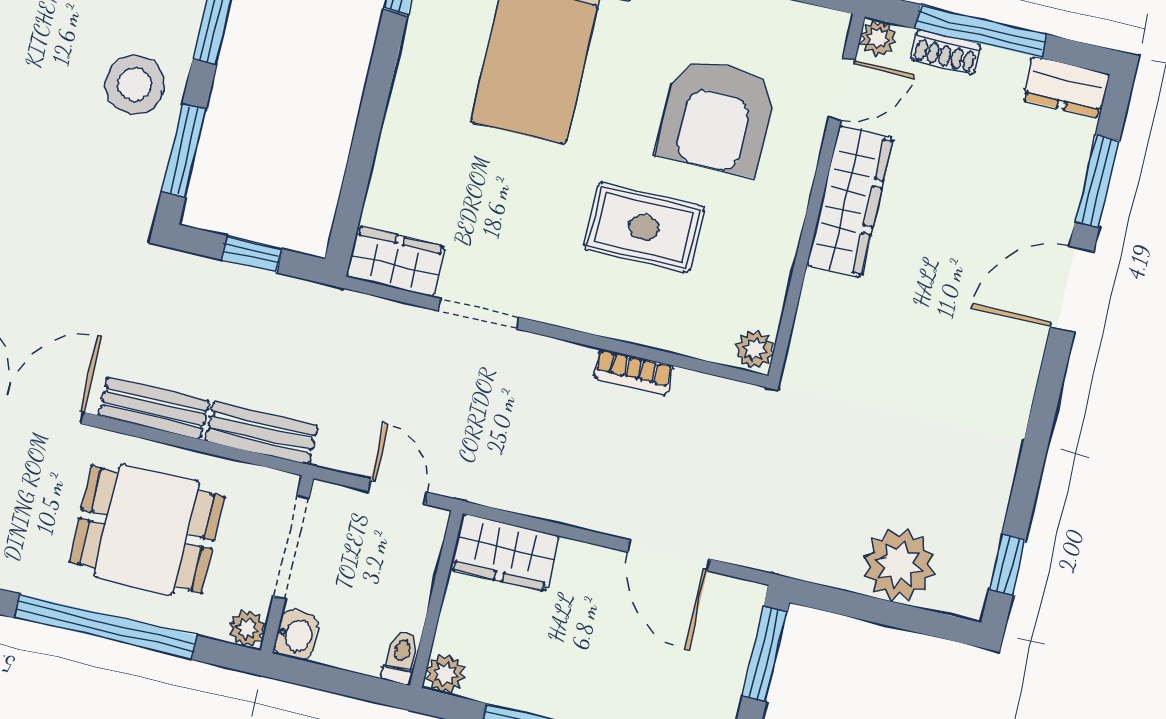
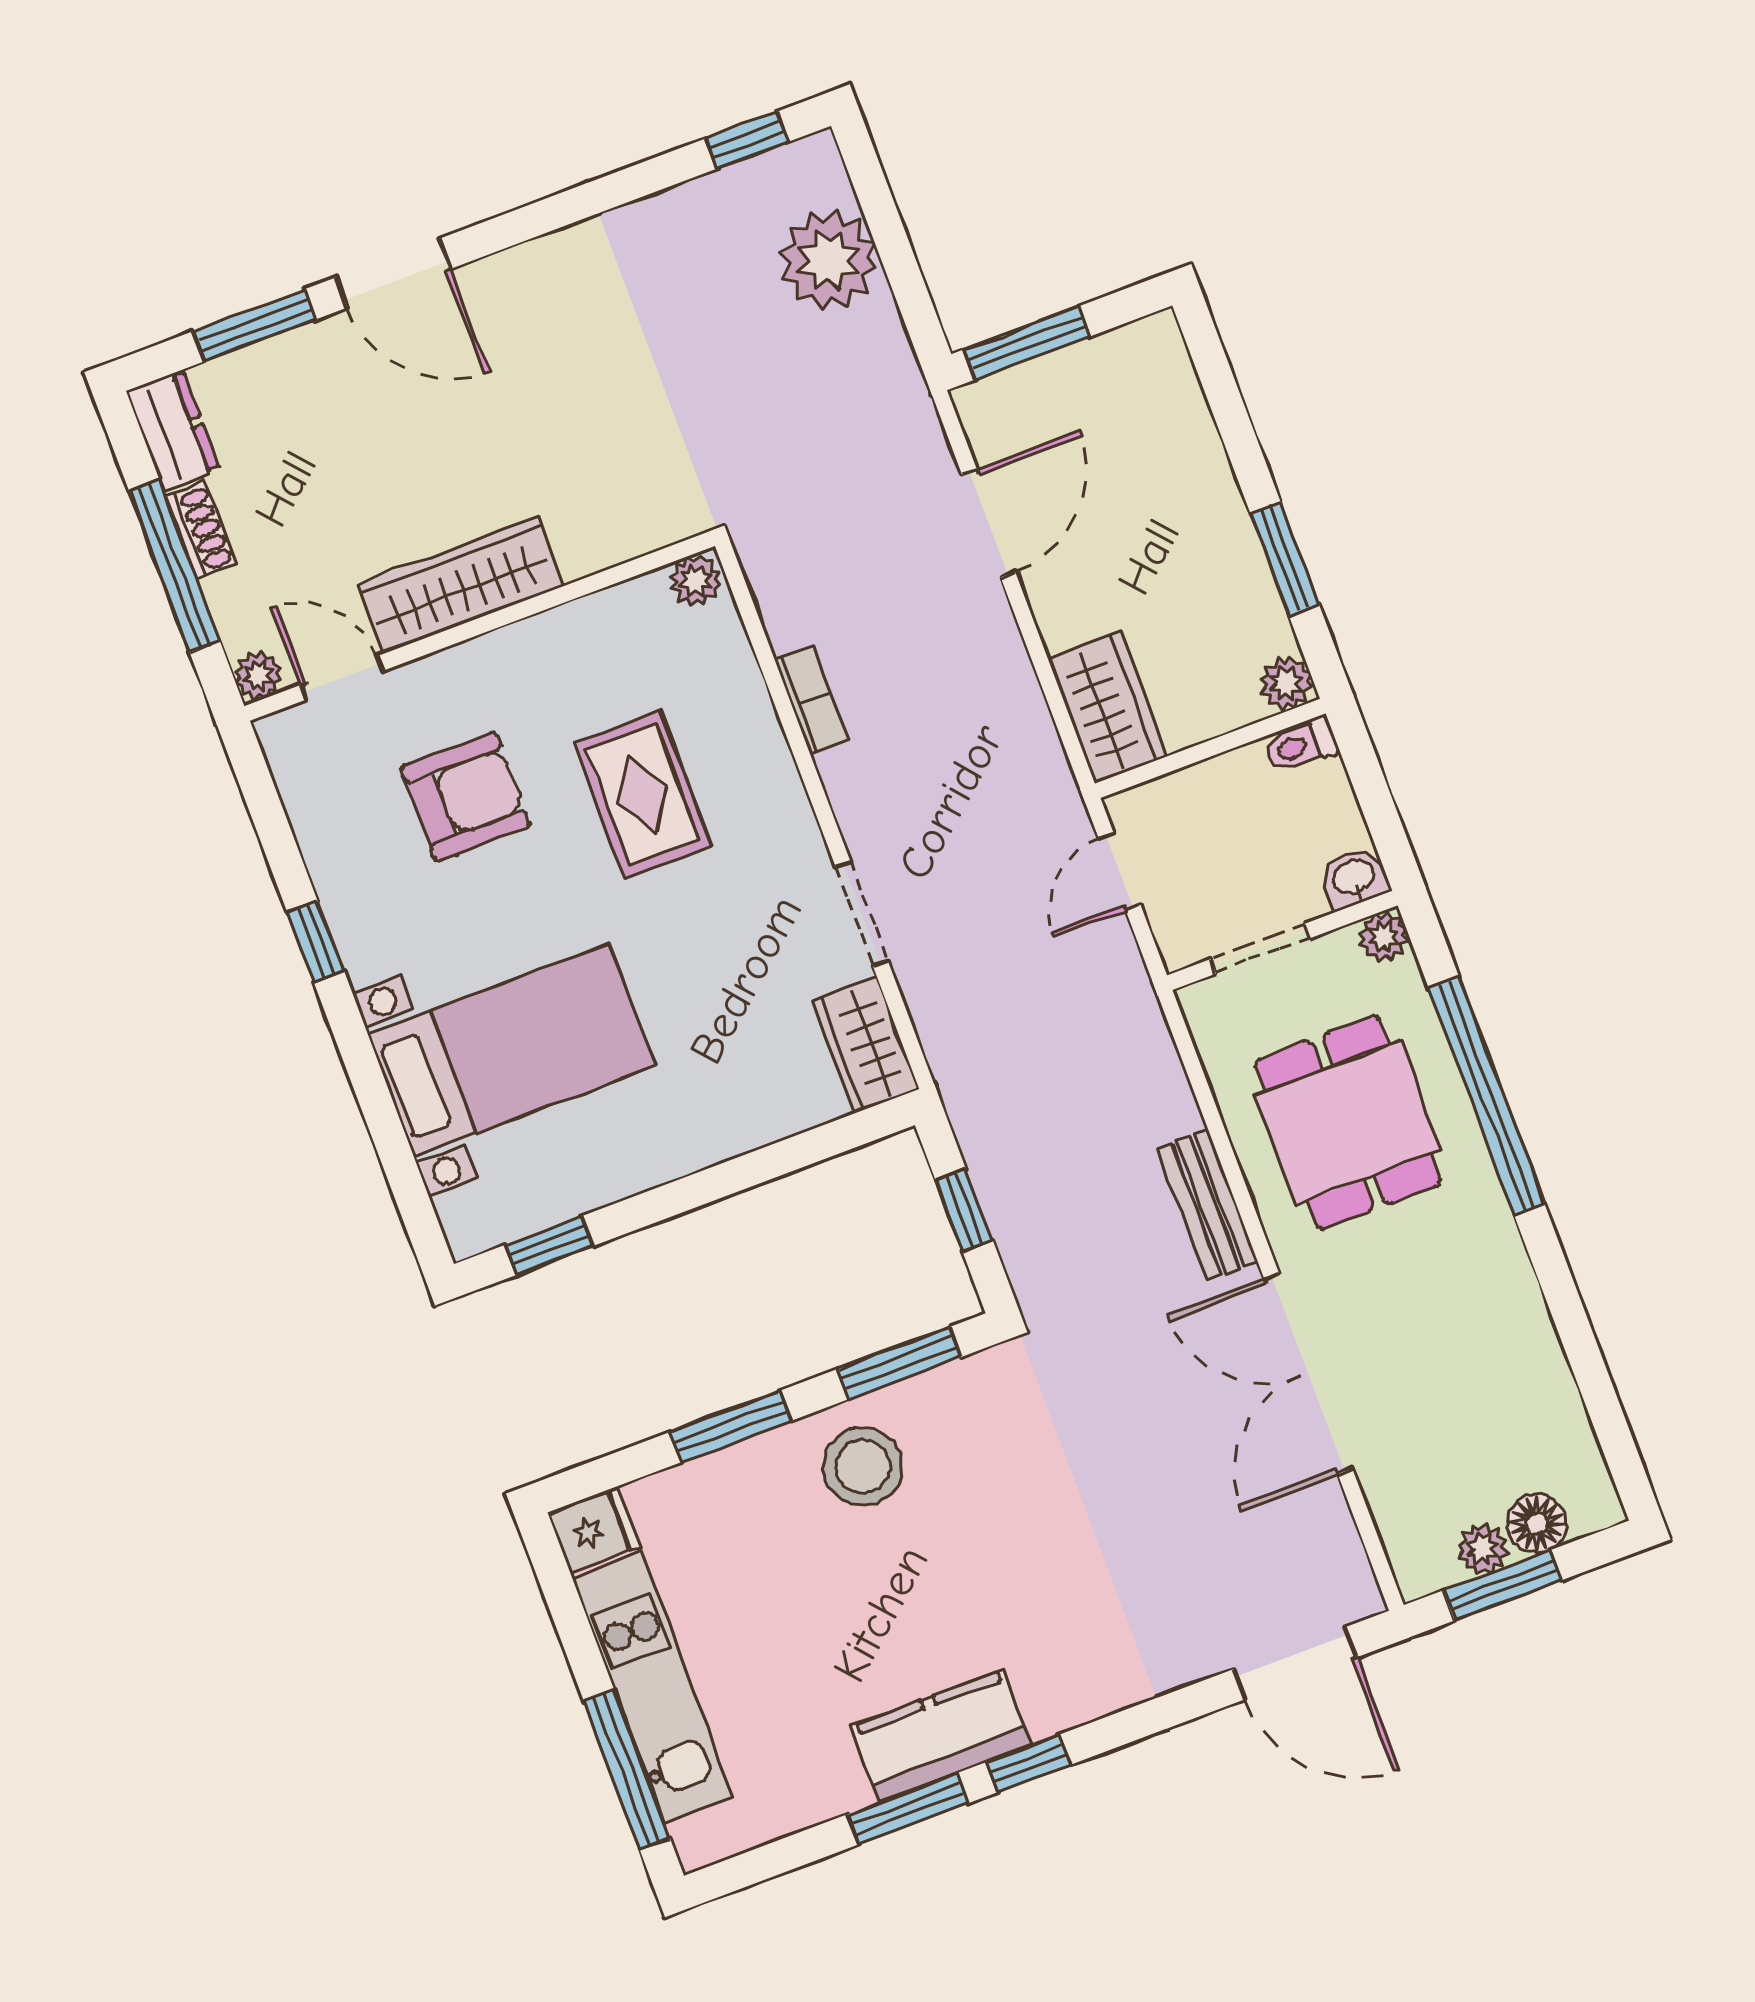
shoe rack: (946, 52) -> (201, 530), moved
armchair: (716, 116) -> (465, 797), width x0.73, depth x0.73
bench: (261, 433) -> (1156, 1067), removed
doorway: (291, 547) -> (1260, 949), width x0.73

